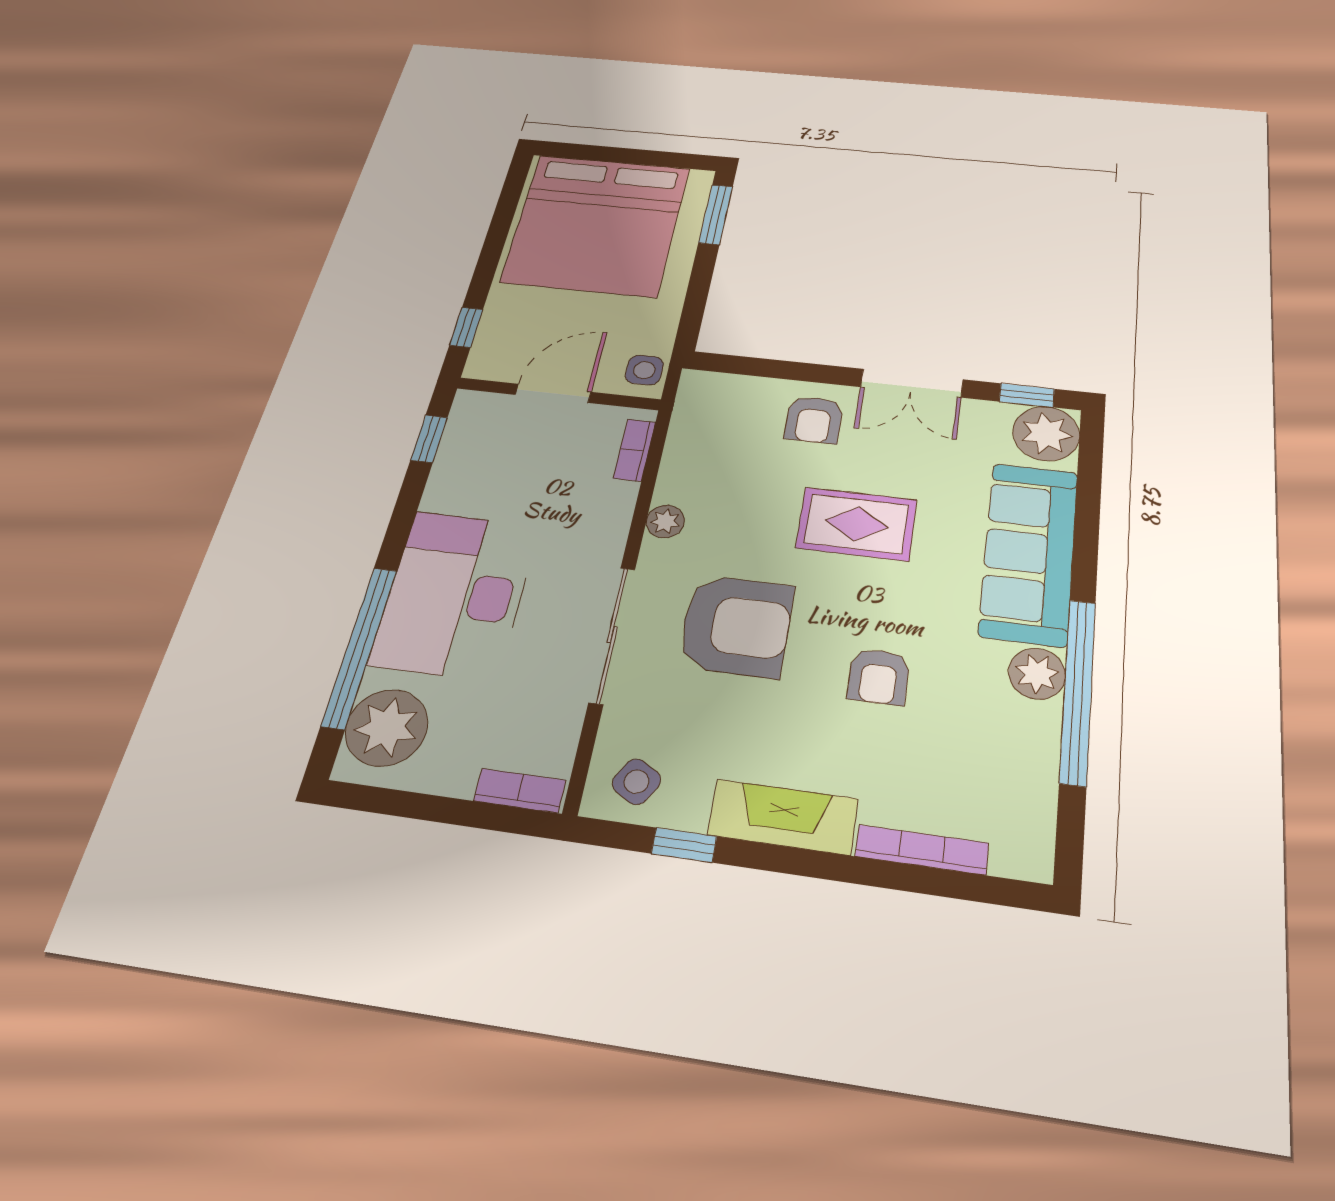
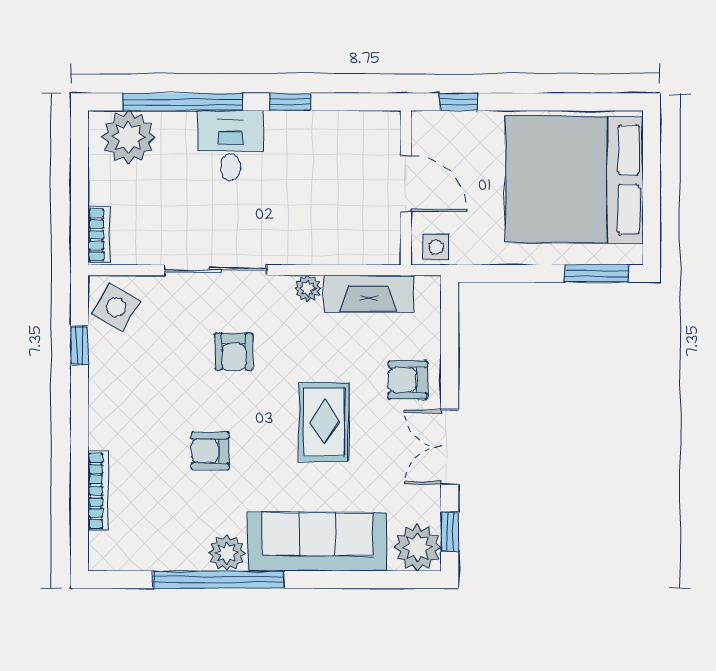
window: (429, 439) -> (290, 102), moved
bookcase: (635, 450) -> (364, 255), removed
desk: (455, 594) -> (231, 145), width x0.53, depth x0.77
armchair: (736, 626) -> (234, 352), width x0.53, depth x0.53
side table: (636, 782) -> (116, 307), width x1.37, depth x1.37
fireplace: (783, 817) -> (369, 294), moved, turned 90

